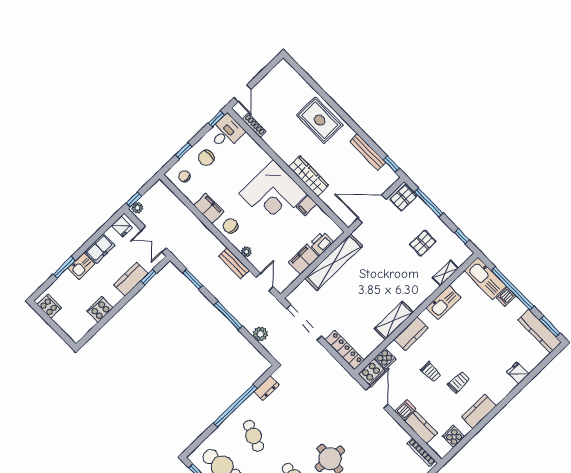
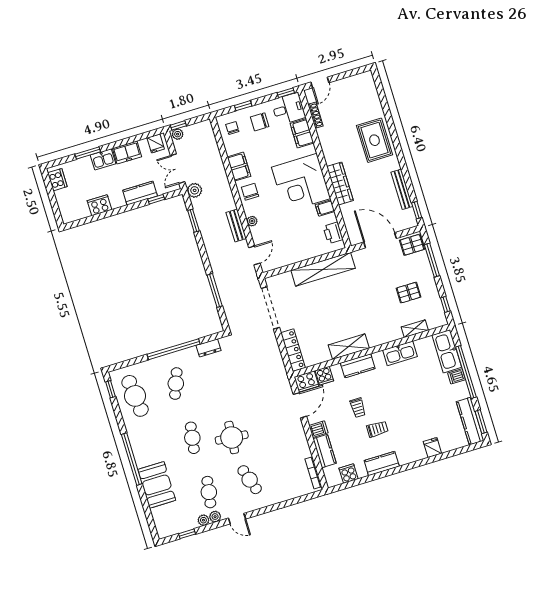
printer: (321, 243) -> (333, 233), moved, turned -90
filing cabinet: (304, 259) -> (302, 133), moved, turned -90
window: (228, 315) -> (215, 290), moved
plant: (260, 334) -> (195, 190), moved

